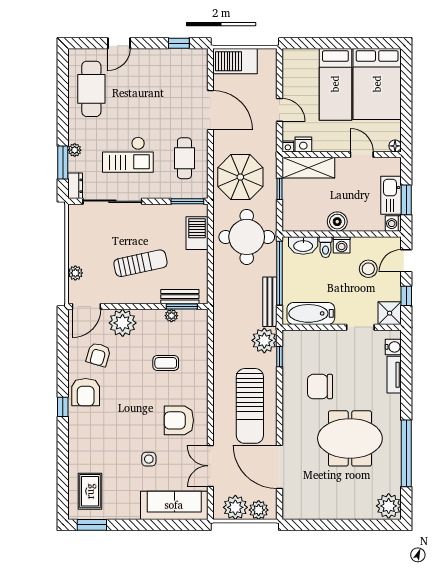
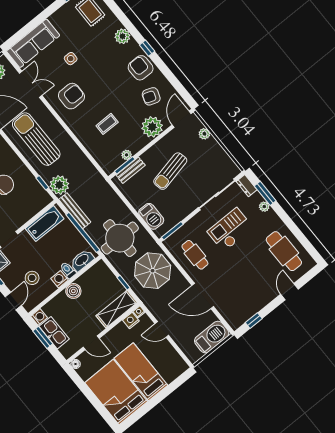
armchair: (98, 355) -> (151, 96), turned -87
plant: (78, 439) -> (122, 36), added

